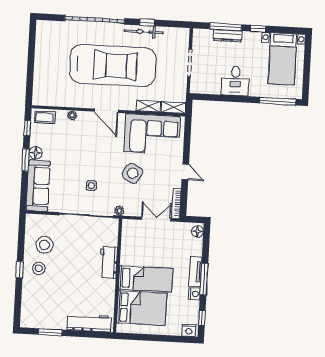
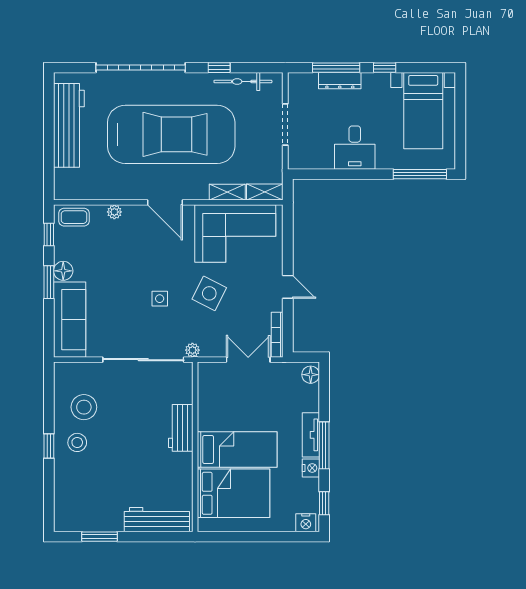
bicycle: (144, 32) -> (243, 82), moved
workbench: (45, 56) -> (69, 125), added
side table: (91, 186) -> (160, 299), moved

